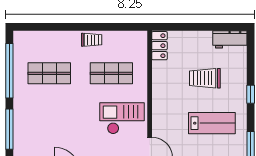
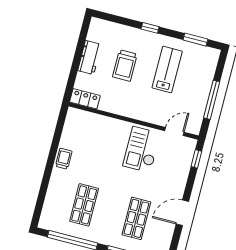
workbench: (230, 39) -> (90, 57), moved
shop shelf: (111, 73) -> (136, 218), moved

